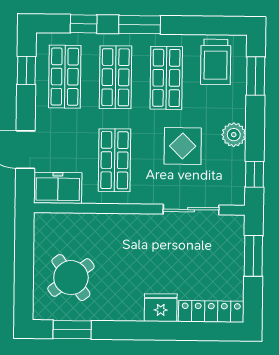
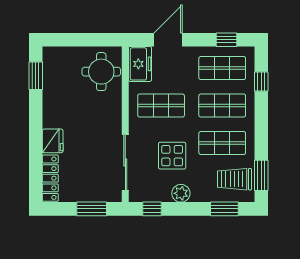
window: (140, 25) -> (261, 175), moved
sliding door: (191, 210) -> (125, 162), width x1.37
round table: (71, 278) -> (101, 72), moved, turned 37

